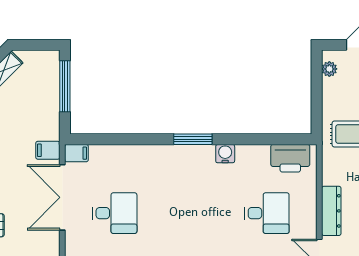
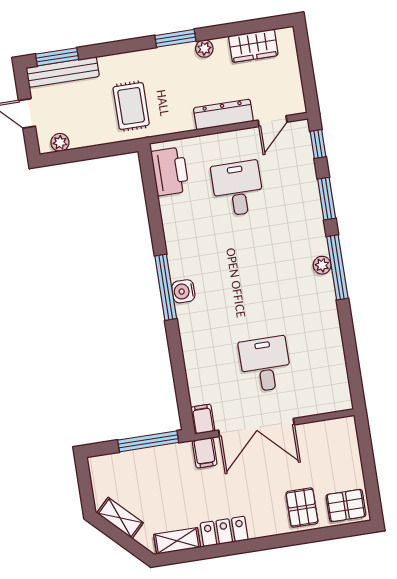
window: (65, 86) -> (148, 441), moved
window: (193, 139) -> (166, 287), width x1.44
water cooler: (225, 154) -> (183, 291), moved

